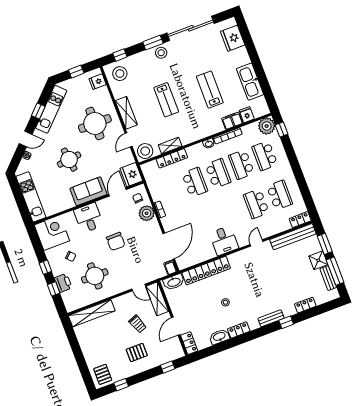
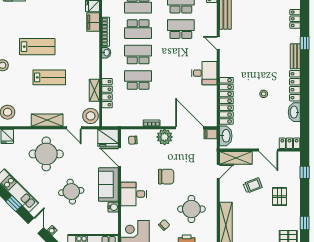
lab bench: (210, 90) -> (37, 47), moved, turned 180
water cooler: (69, 203) -> (113, 207), added
school desk: (256, 204) -> (181, 29), turned 180
plant: (147, 213) -> (165, 137), moved
locker: (239, 330) -> (295, 86), width x1.53

